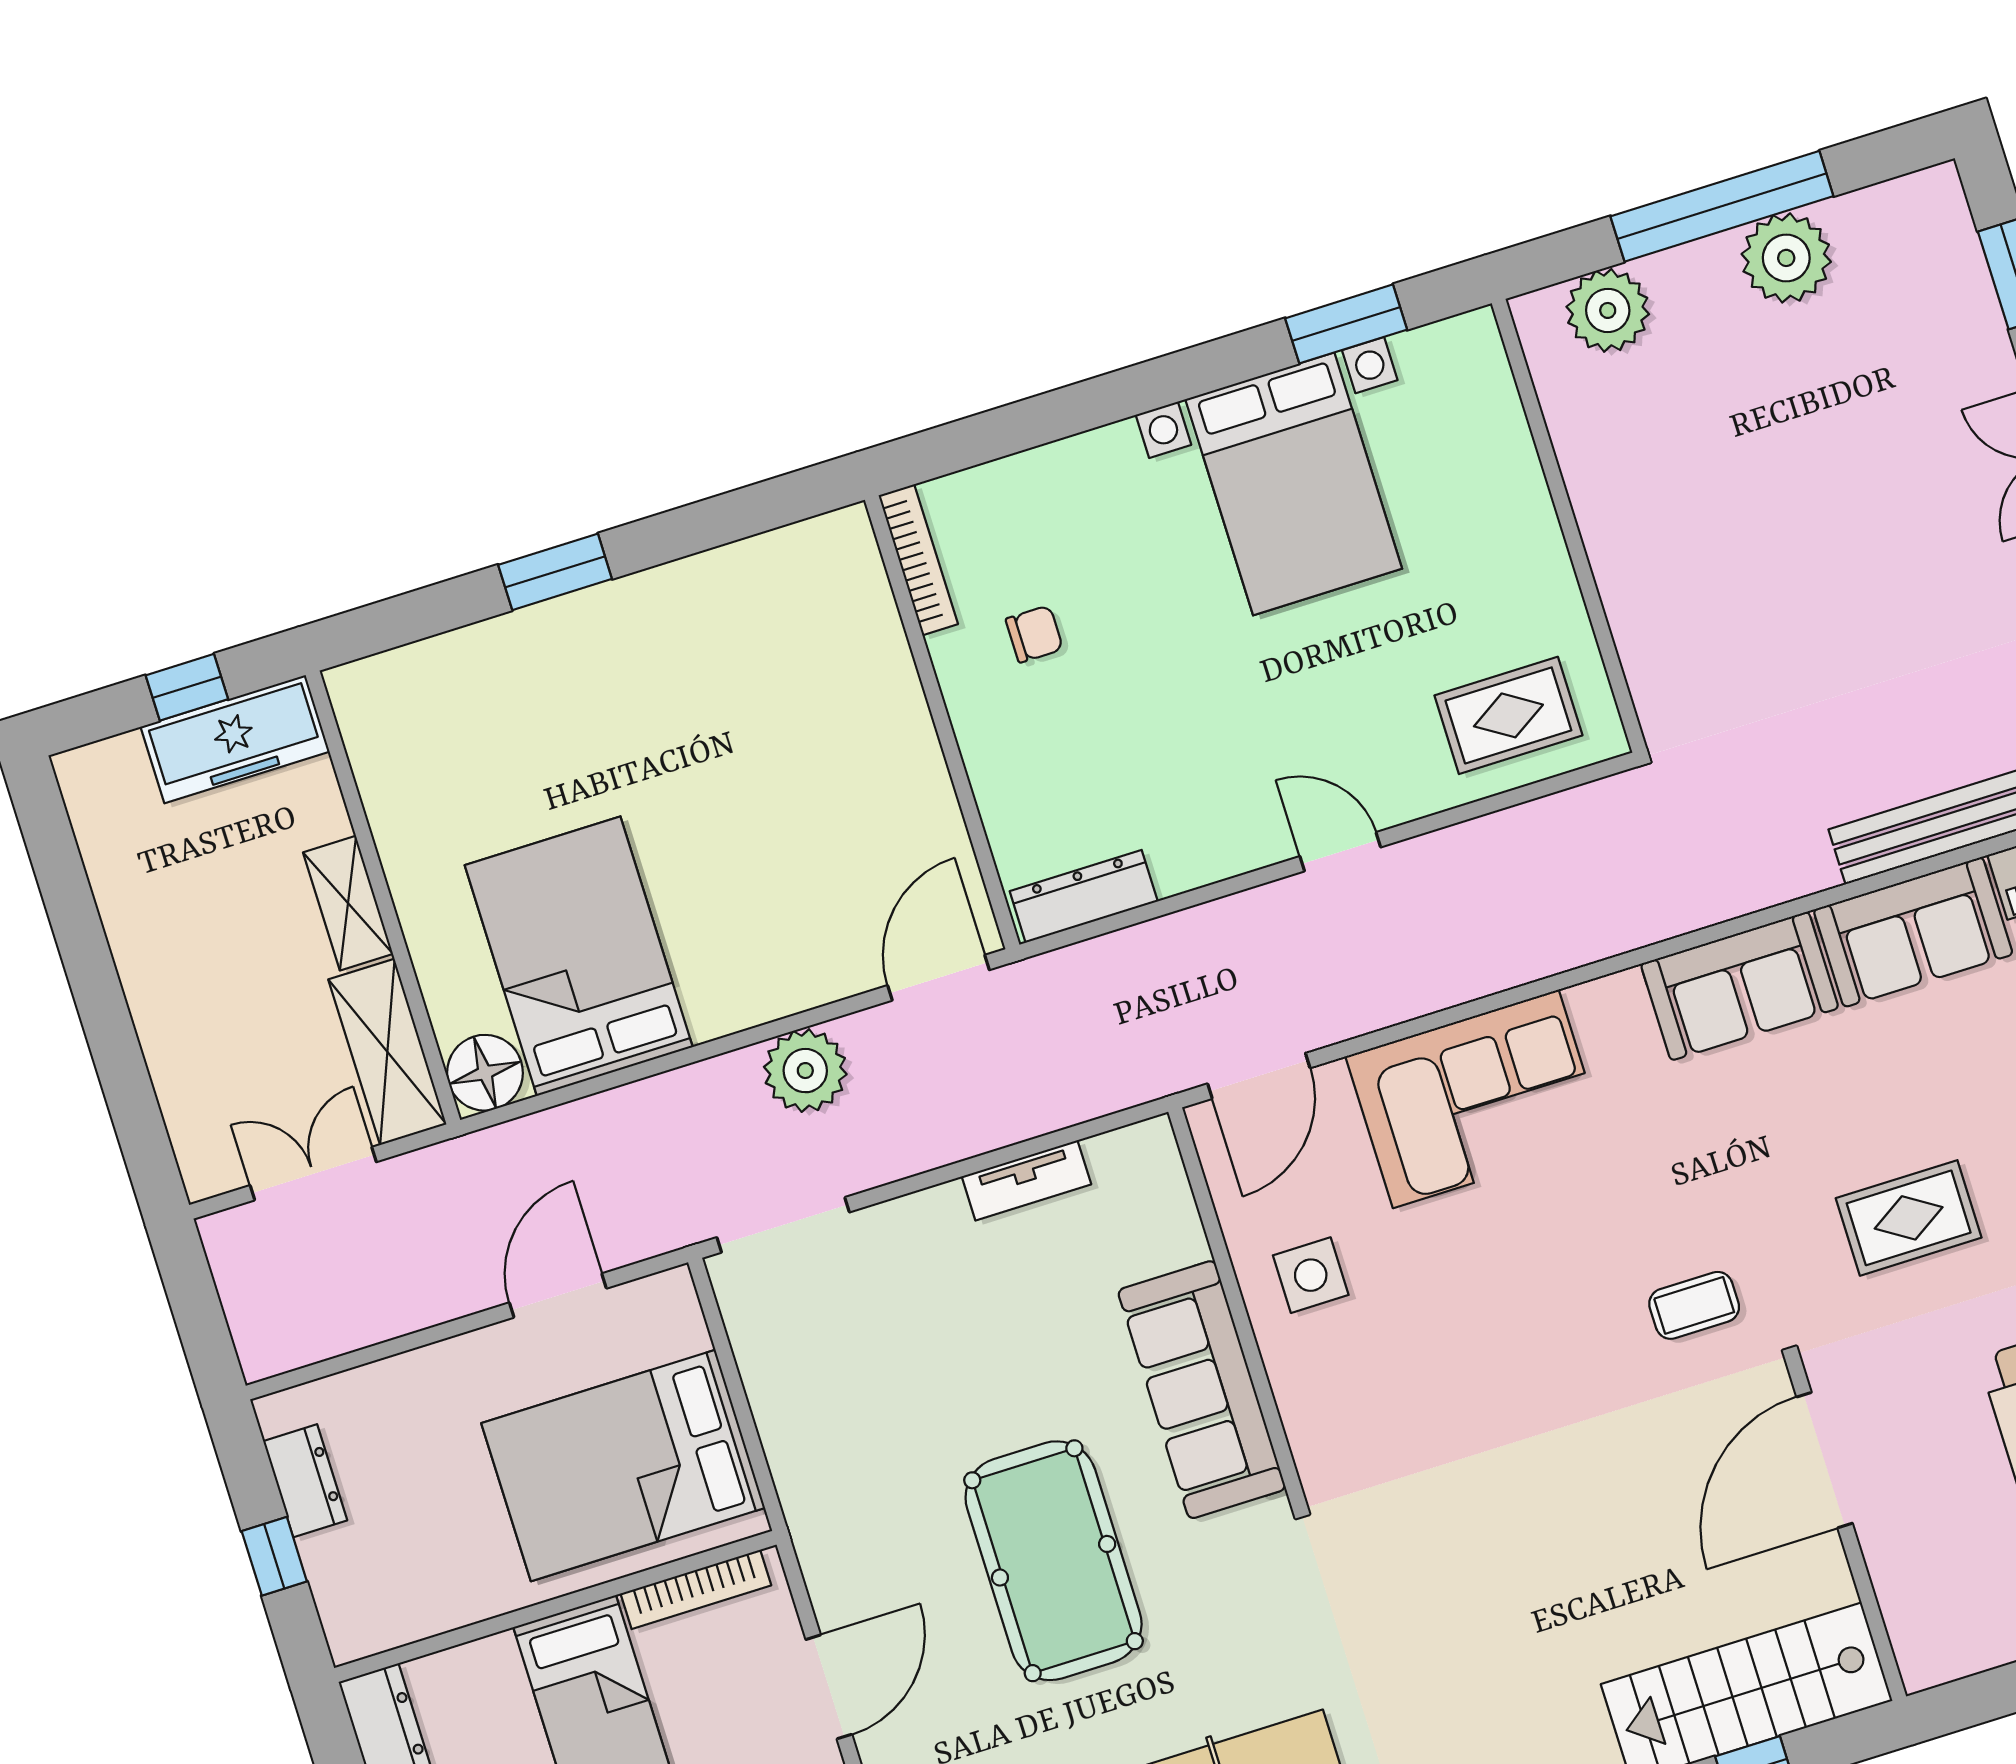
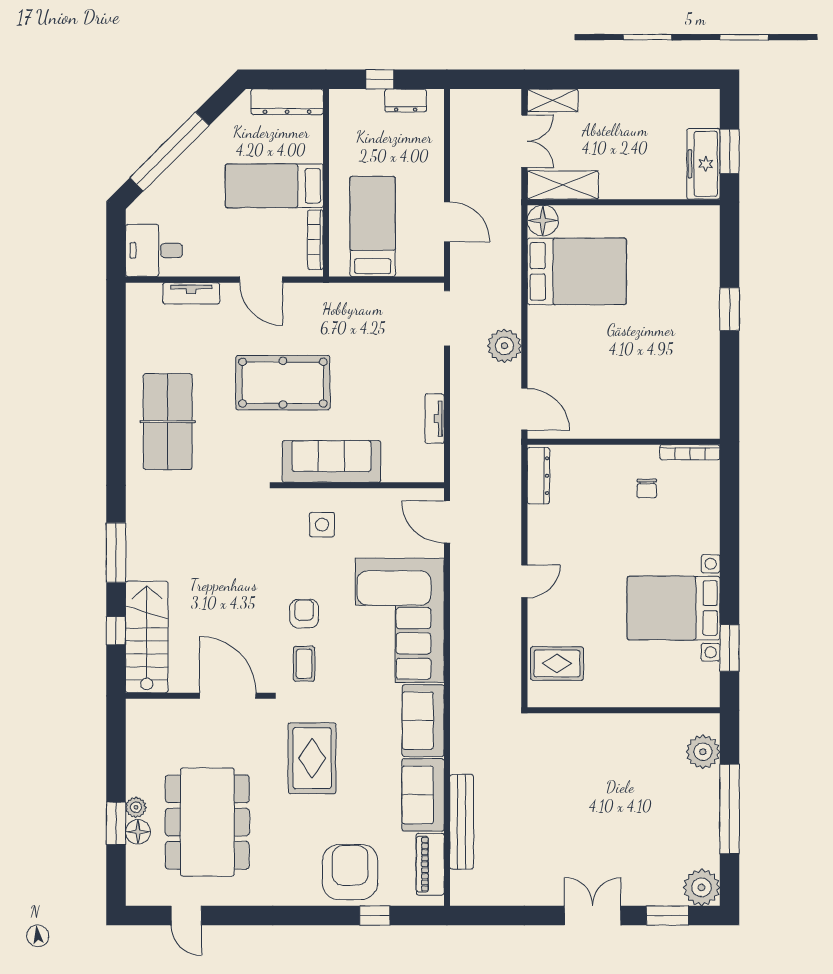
plant: (1786, 258) -> (702, 887), moved
window: (187, 687) -> (730, 151), width x1.50
rug: (1508, 715) -> (557, 664), turned 90
shelving: (348, 903) -> (553, 100), moved
corner sofa: (1476, 1099) -> (400, 620), width x1.36, depth x1.36
rug: (1909, 1218) -> (312, 758), width x1.36, depth x1.43
side table: (1311, 1275) -> (322, 525), moved
armchair: (1577, 1342) -> (304, 614), added
bed: (623, 1465) -> (373, 226), width x0.67

